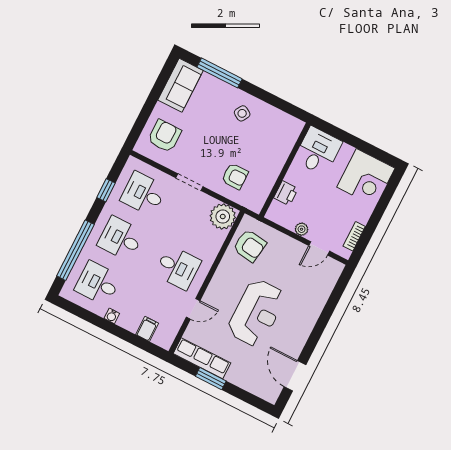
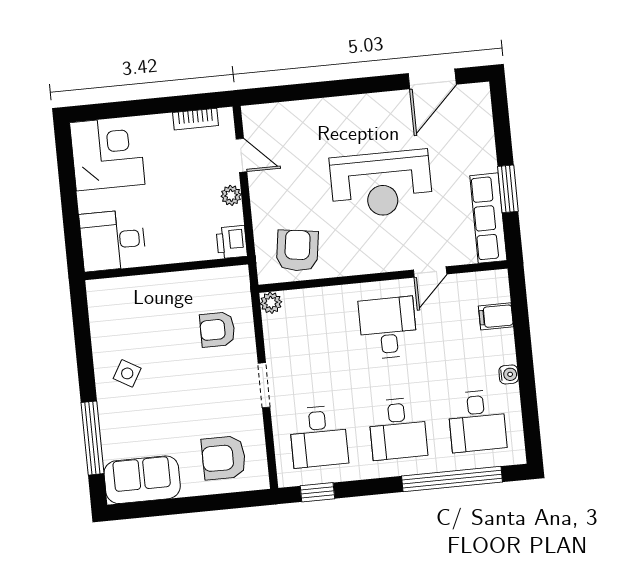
armchair: (235, 176) -> (217, 329), turned -90
window: (106, 190) -> (317, 492), moved
printer: (286, 193) -> (232, 242), moved, turned -90
plant: (223, 217) -> (271, 303), width x0.53, depth x0.53
door: (193, 309) -> (430, 272), swing flipped
reception desk: (256, 313) -> (381, 184), turned 180

